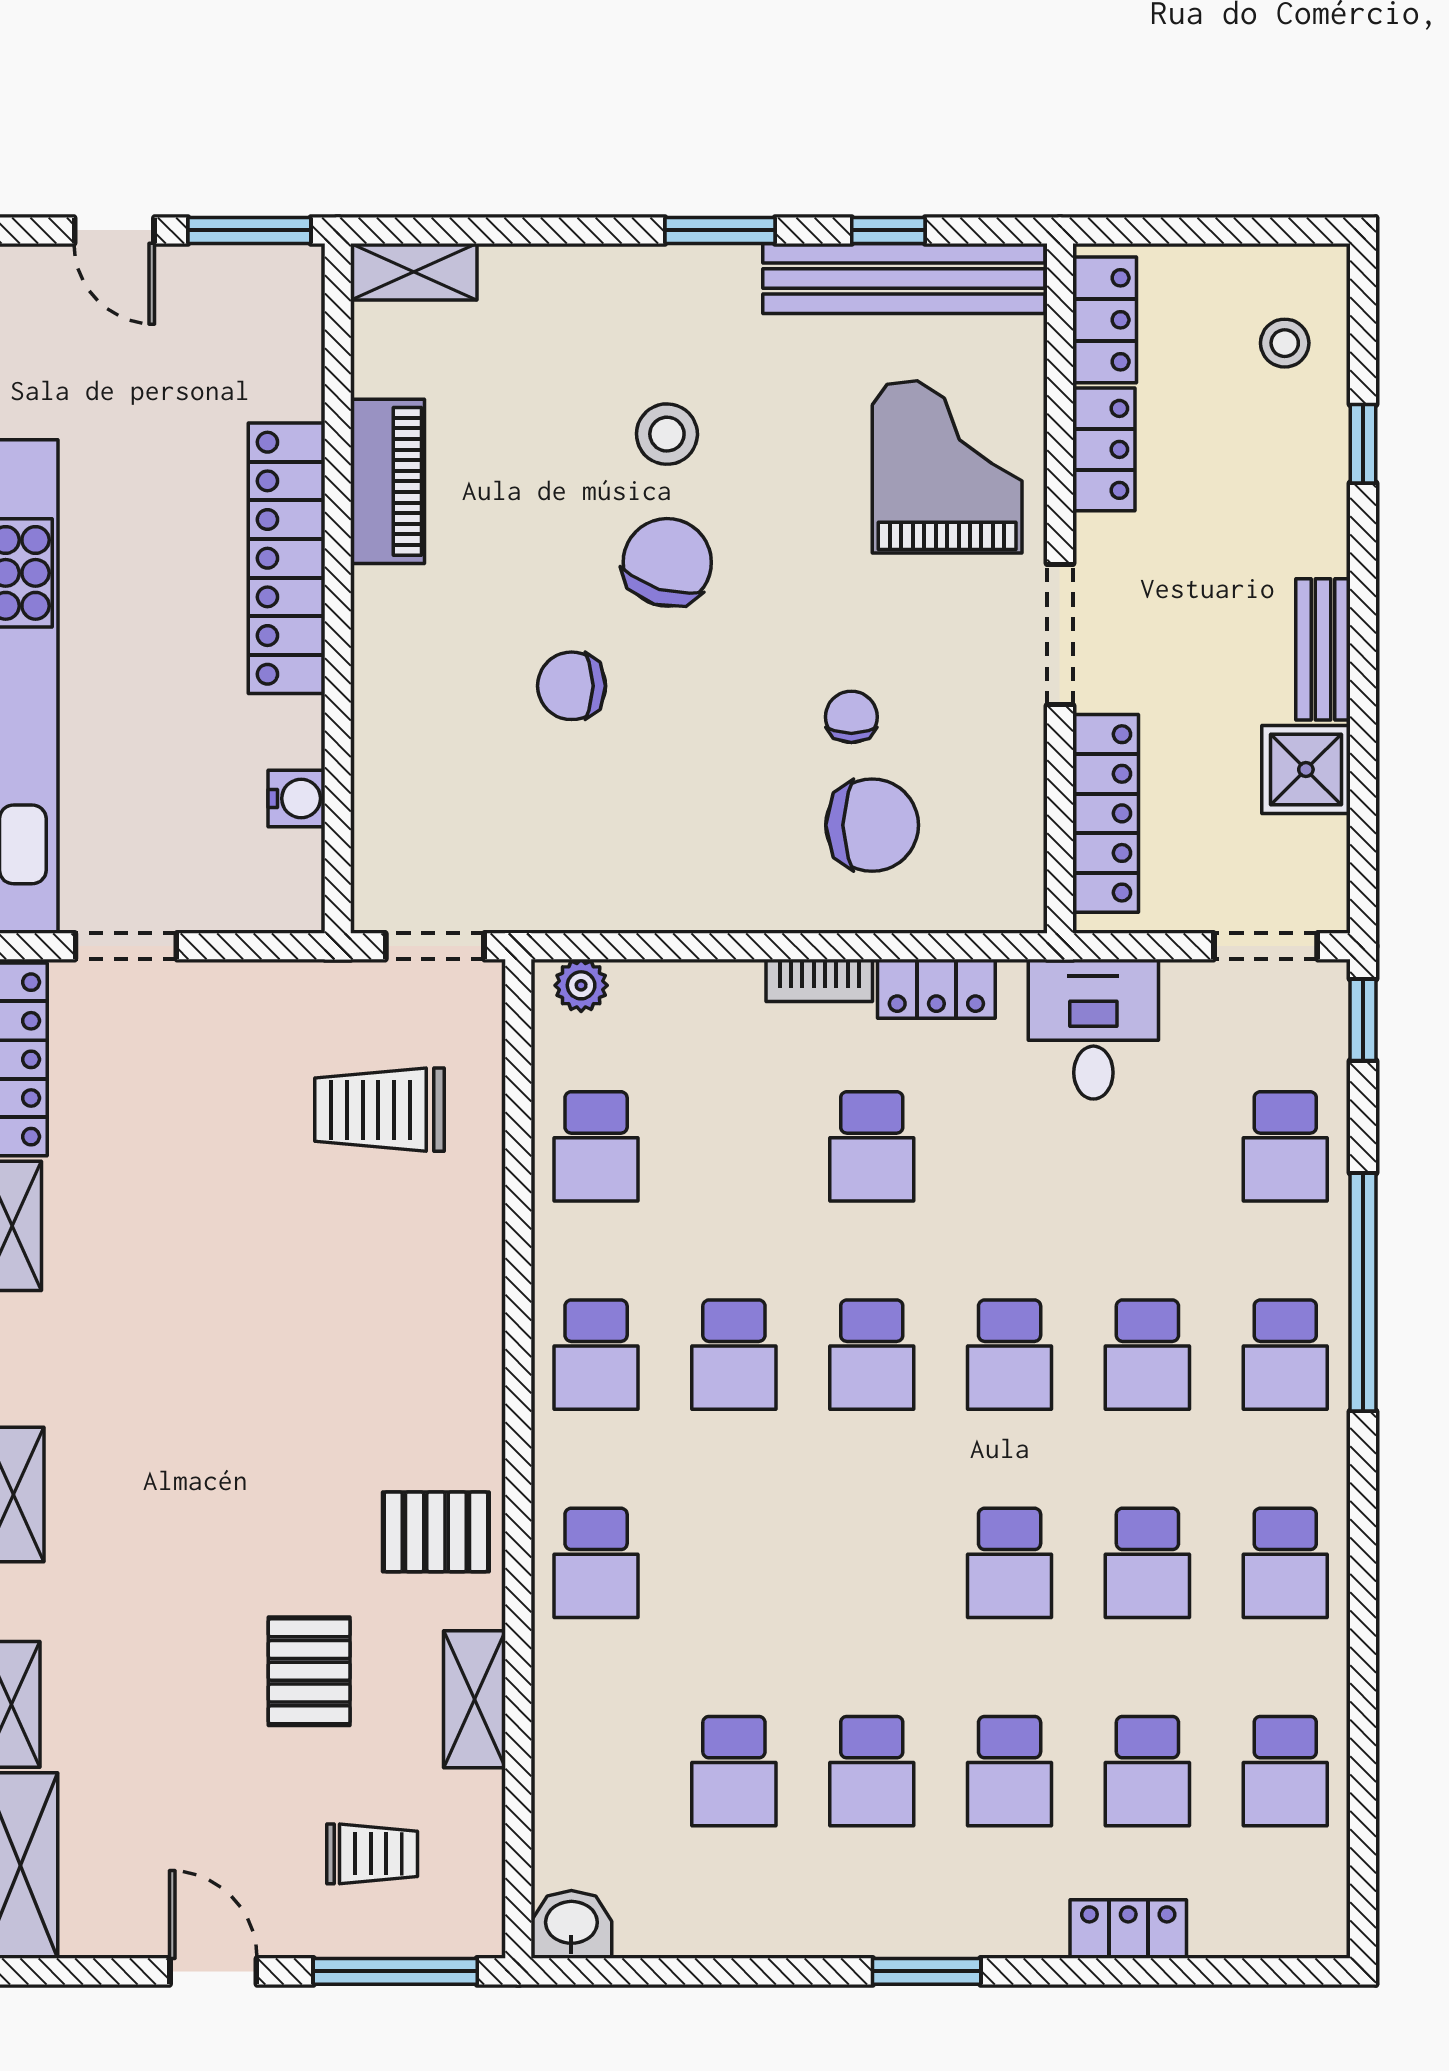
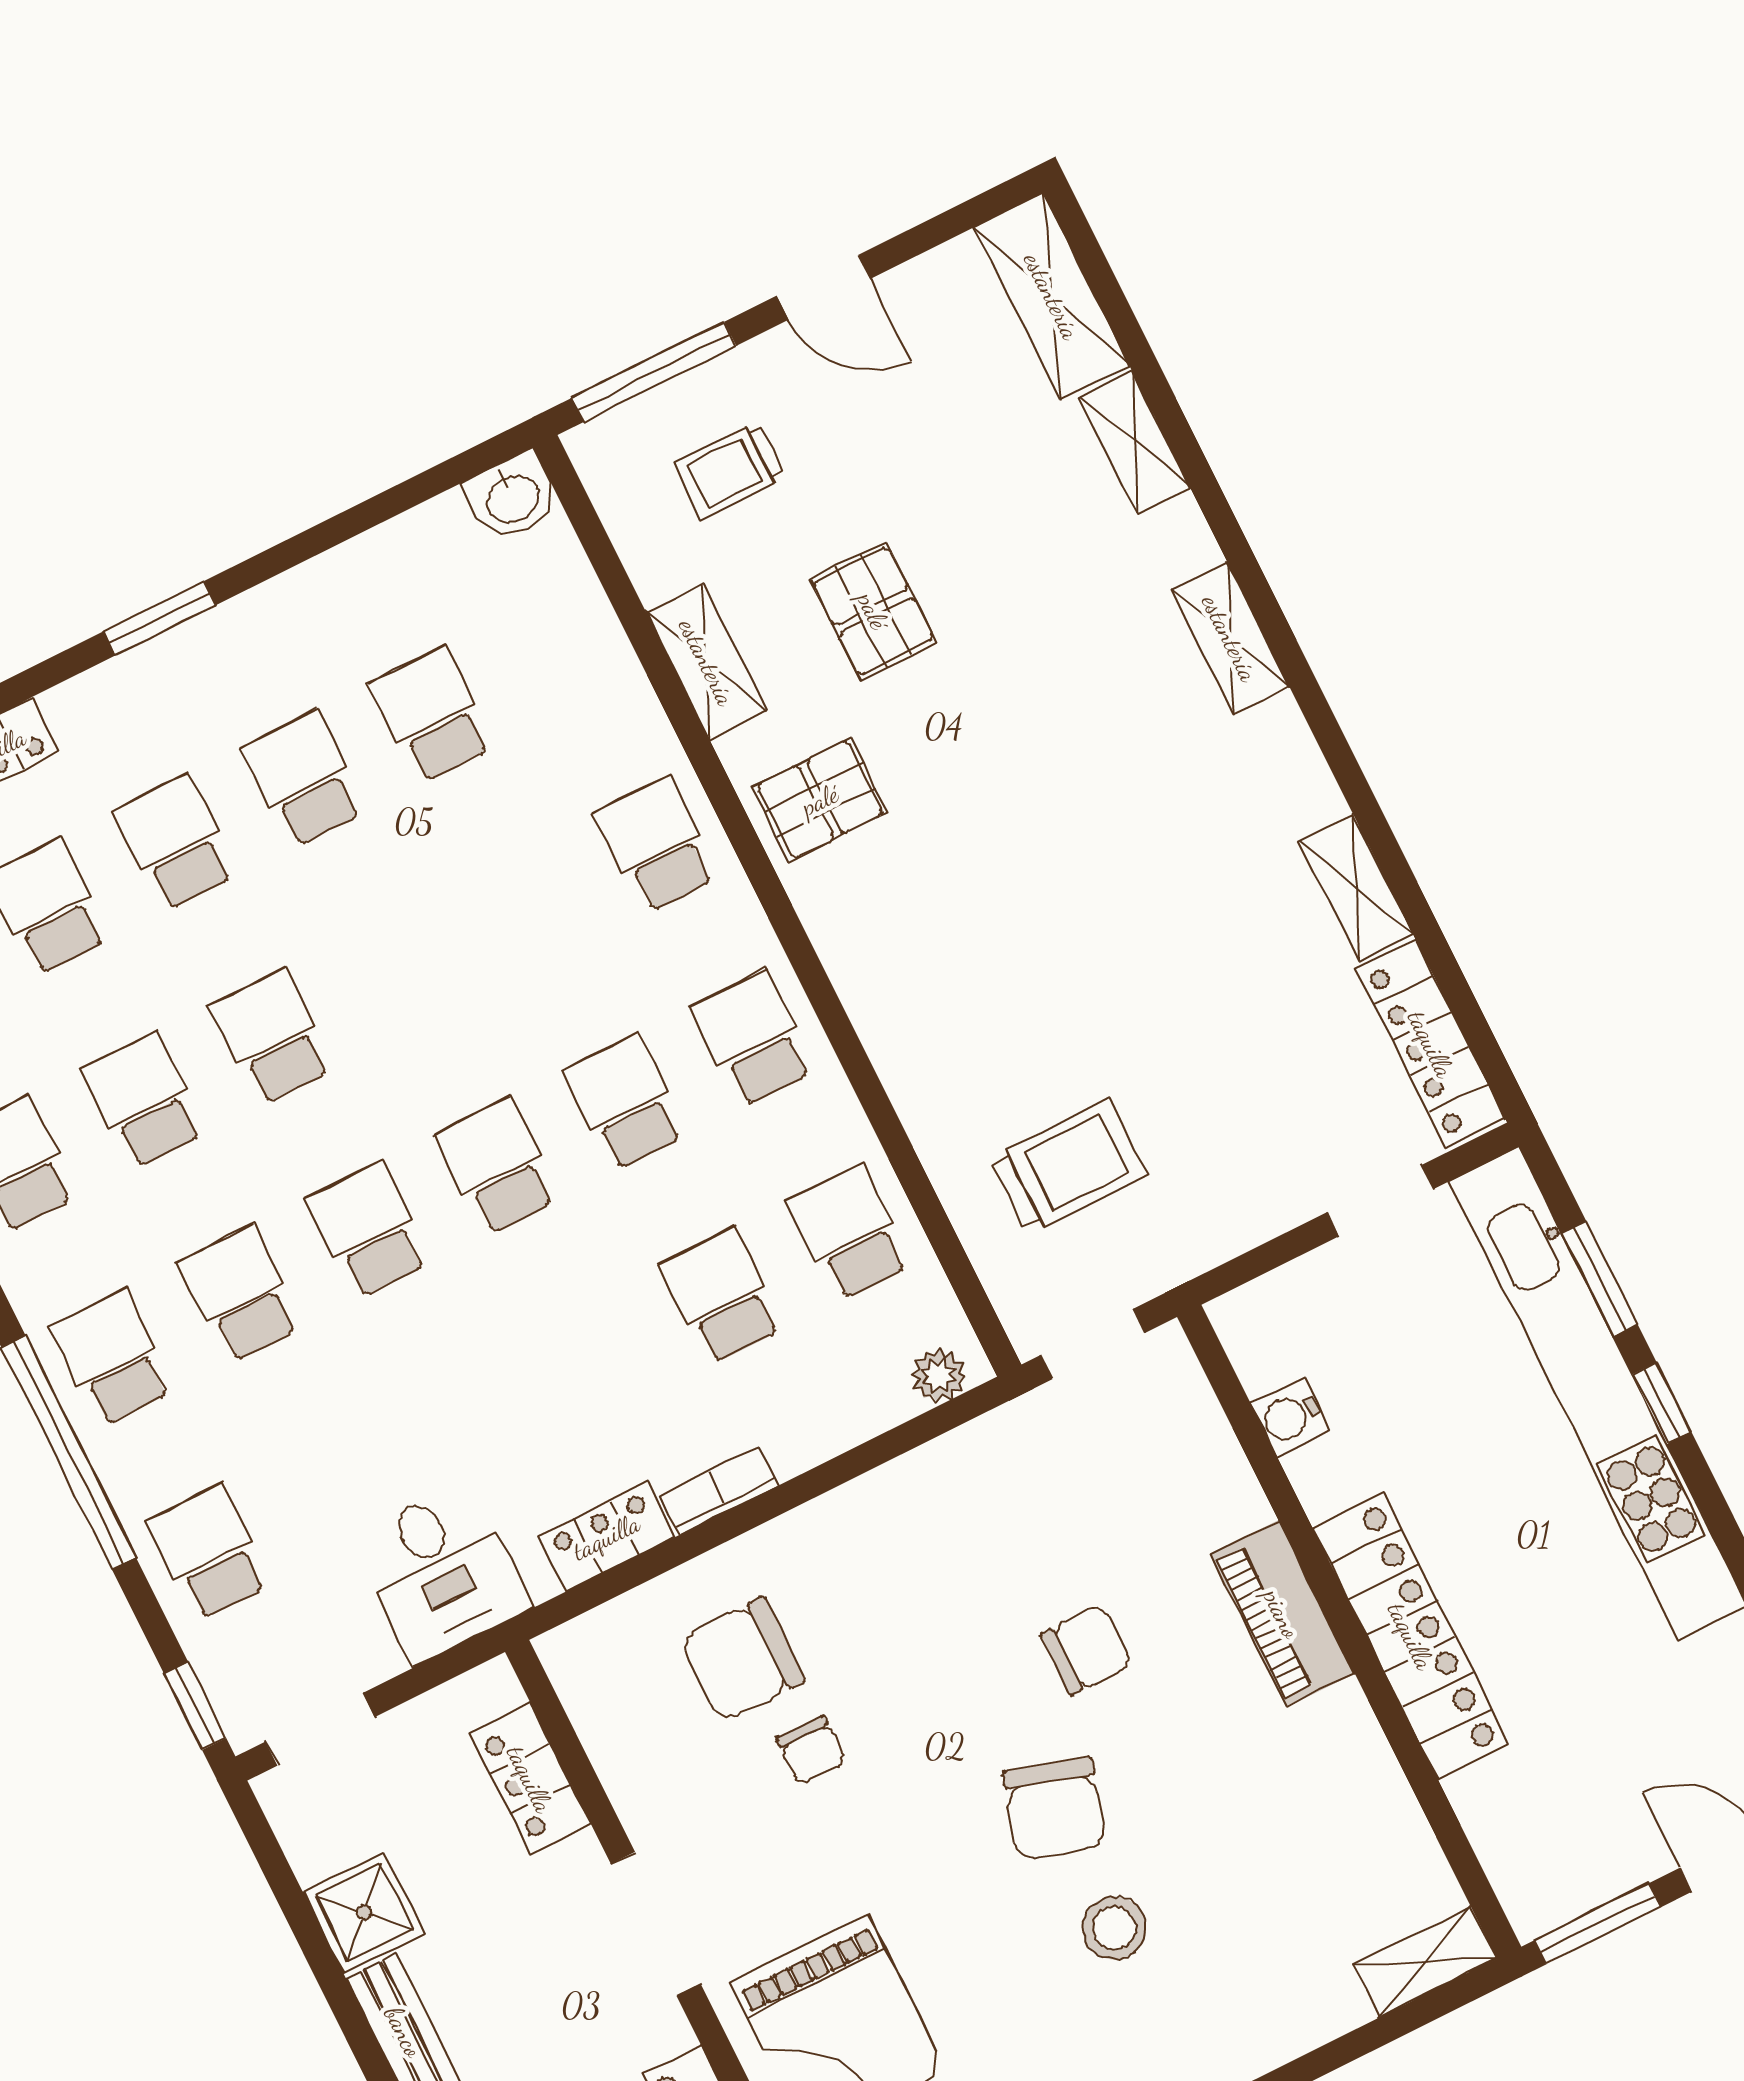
piano: (387, 481) -> (1282, 1614), moved
locker: (1106, 813) -> (530, 1779), width x0.66
school desk: (872, 1146) -> (722, 1296), moved

